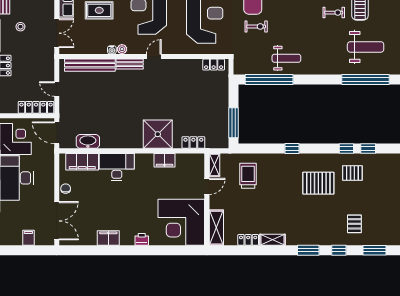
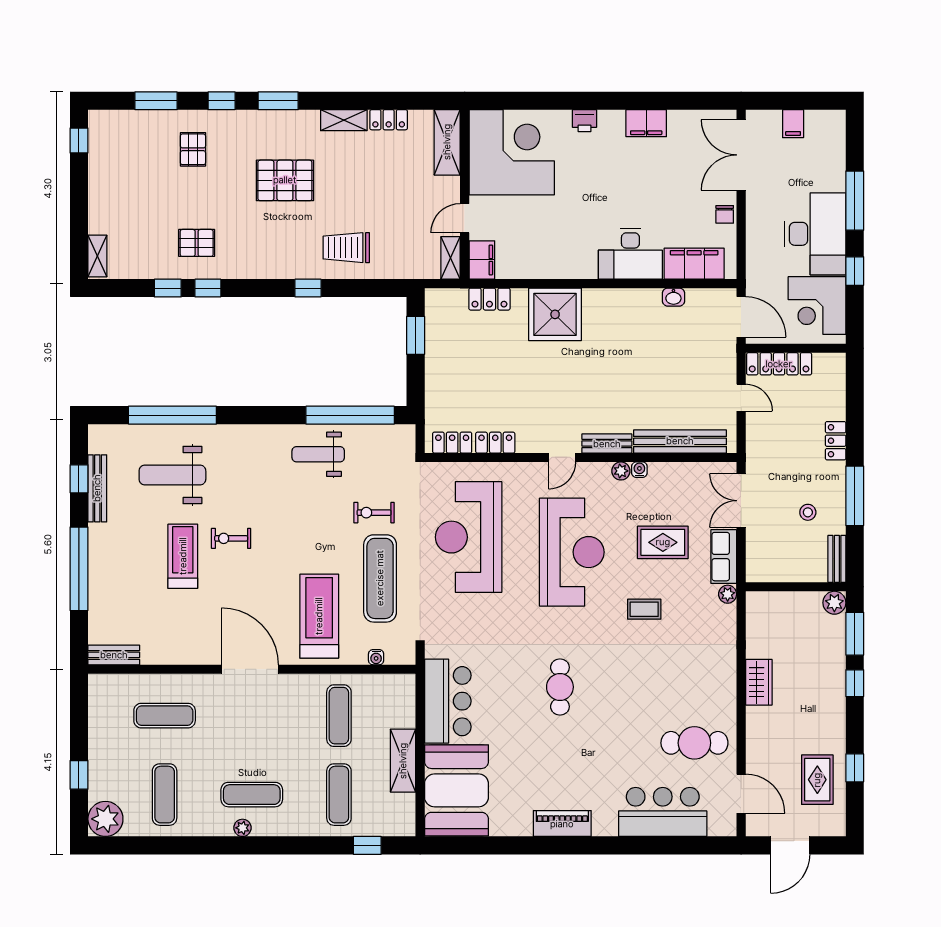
locker: (190, 65) -> (495, 443), added
window: (233, 123) -> (416, 335), width x0.69
washbasin: (88, 141) -> (673, 297), width x0.52, depth x0.69
filing cabinet: (164, 160) -> (482, 260), moved, turned 90
trolley: (248, 176) -> (346, 248), moved, turned 90
pallet: (318, 183) -> (285, 180), moved

